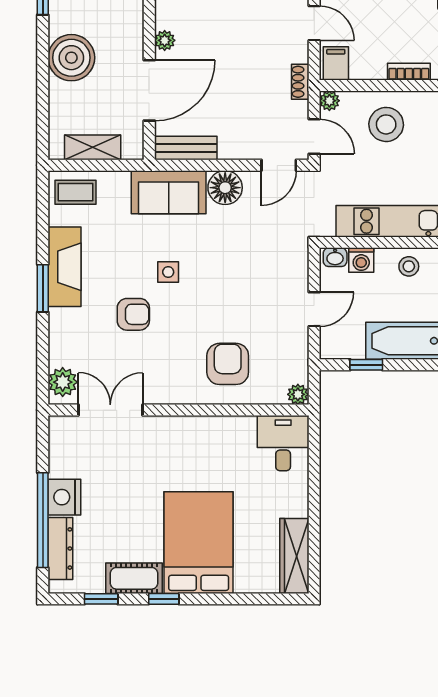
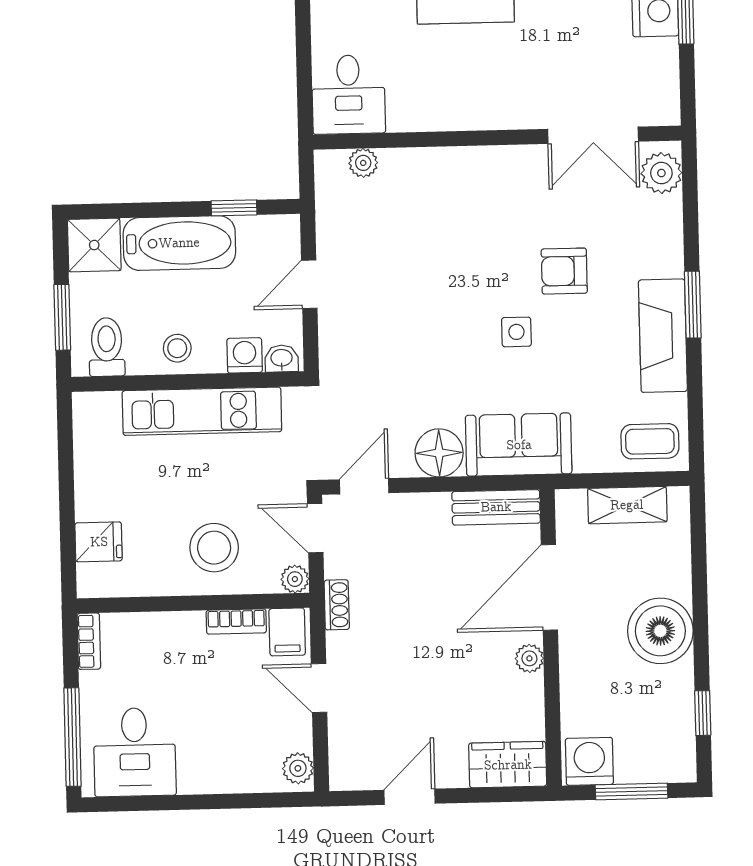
bookcase: (409, 72) -> (236, 622), moved
armchair: (228, 364) -> (429, 204), removed
plant: (298, 394) -> (363, 163), moved

